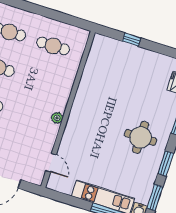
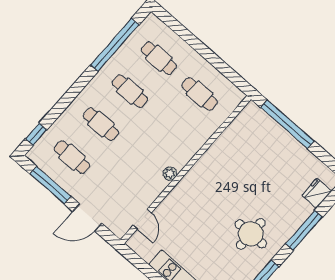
window: (132, 40) -> (287, 124), width x3.17

